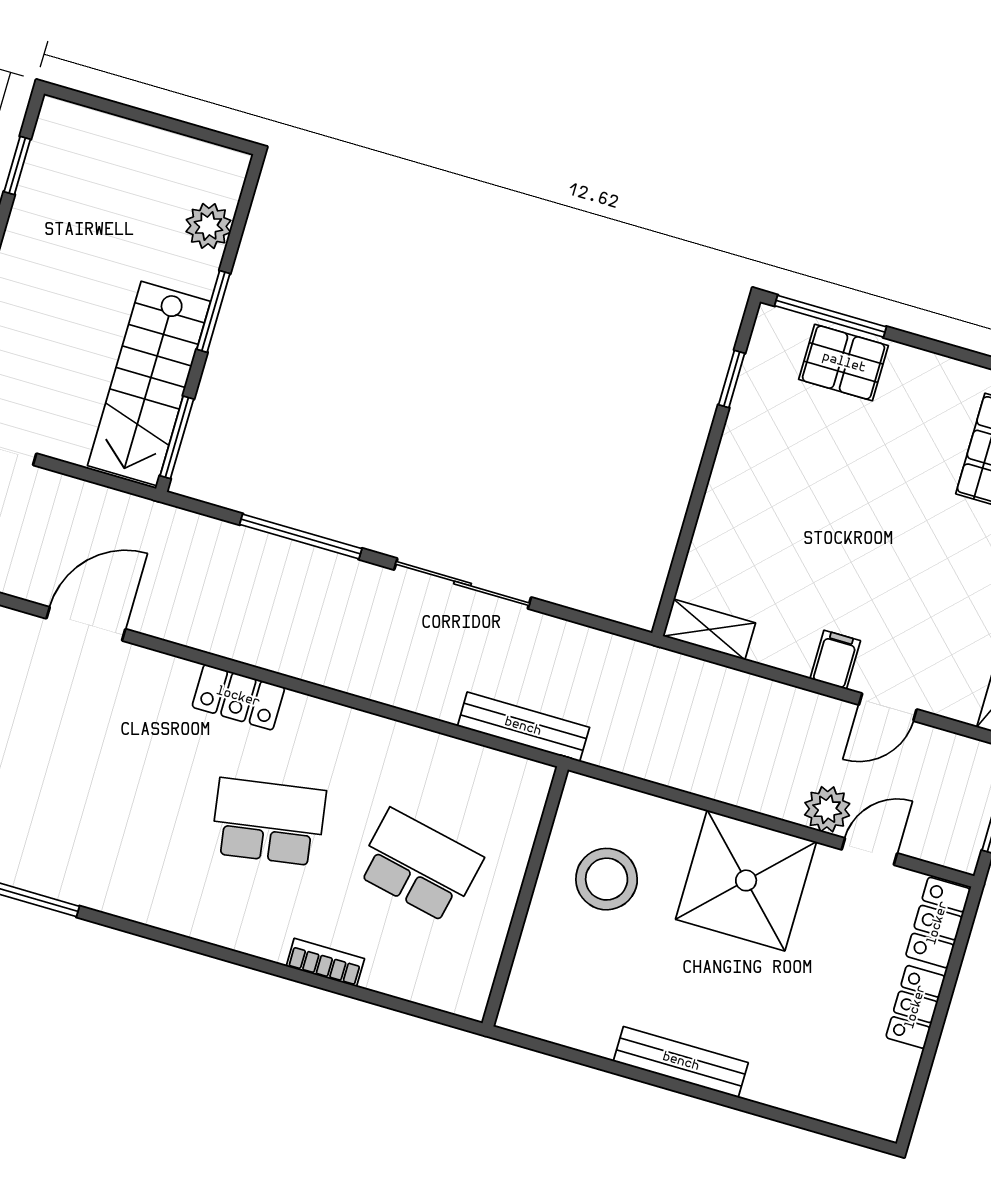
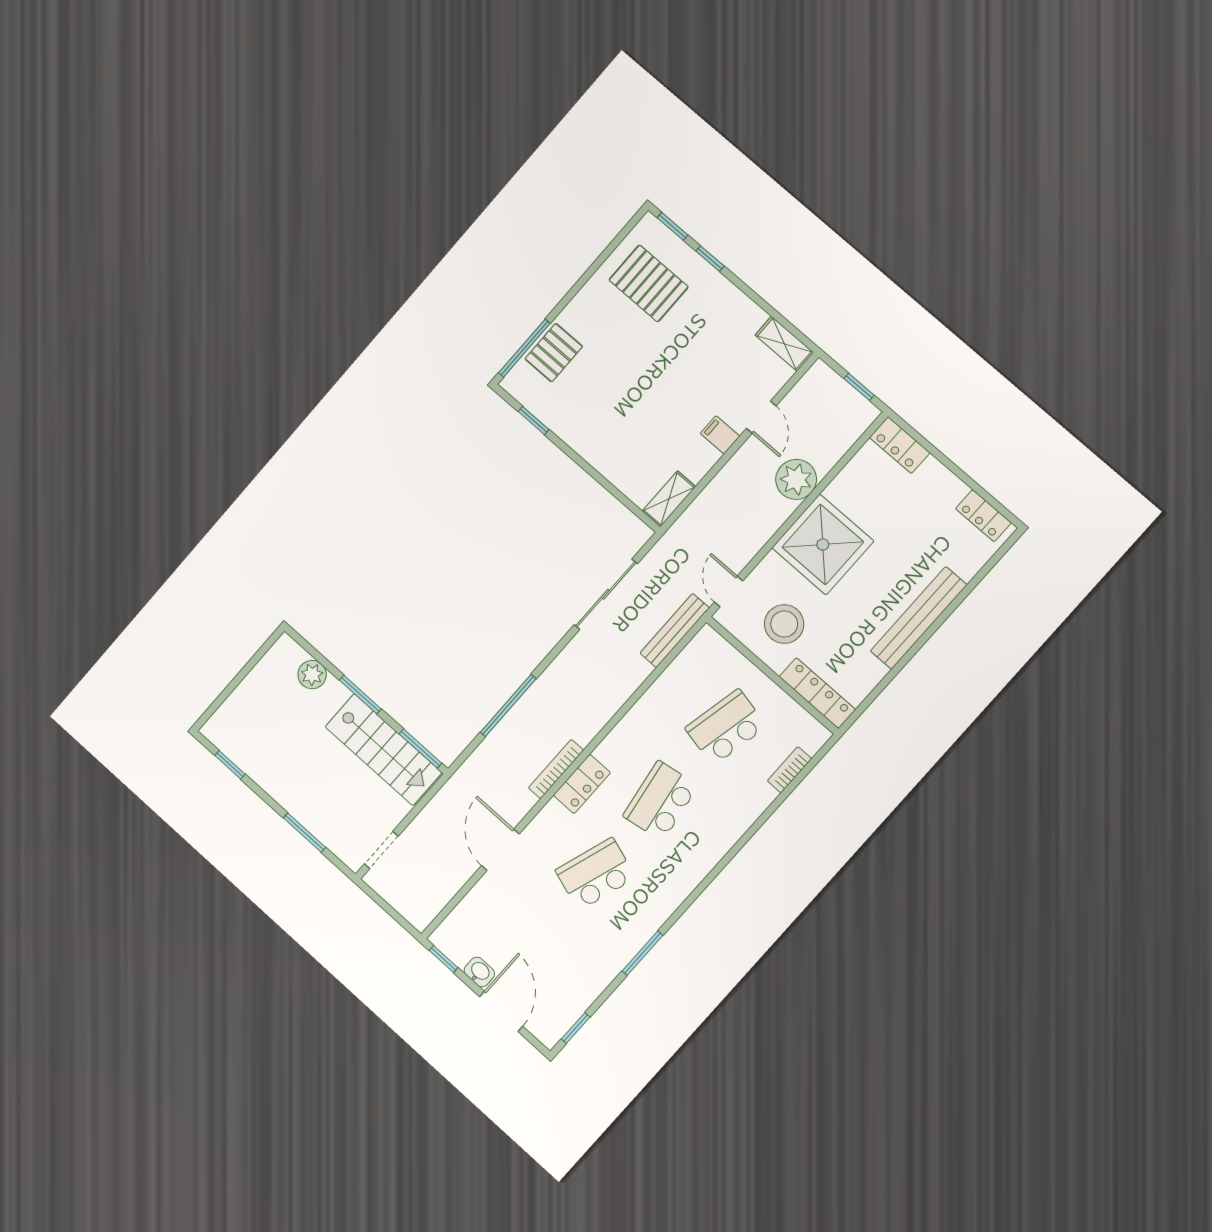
sliding door: (463, 584) -> (606, 594), moved
bookcase: (242, 649) -> (556, 769), added
school desk: (118, 778) -> (595, 874), added
plant: (827, 809) -> (796, 479), width x1.36, depth x1.36
door: (869, 851) -> (729, 591), moved
bookcase: (325, 962) -> (789, 770), moved
locker: (530, 973) -> (817, 693), added
locker: (916, 1007) -> (983, 516), moved
bench: (681, 1062) -> (919, 618), width x1.37, depth x1.21

